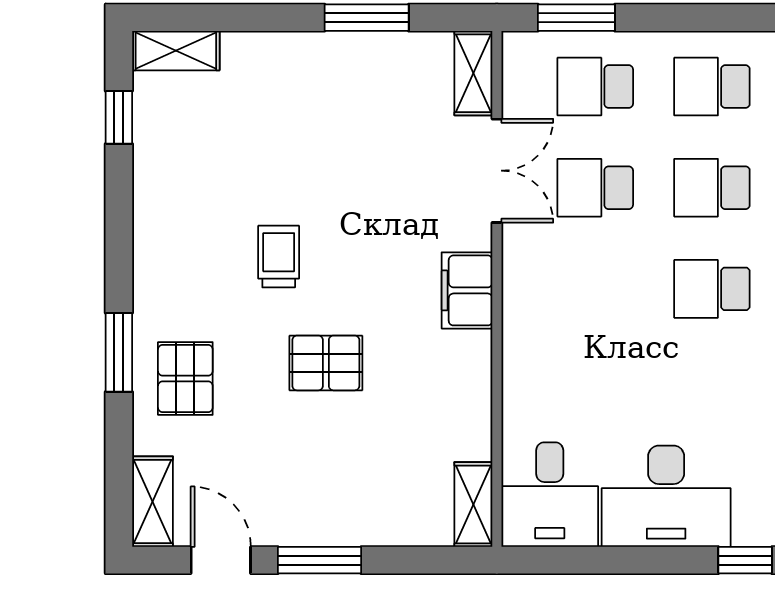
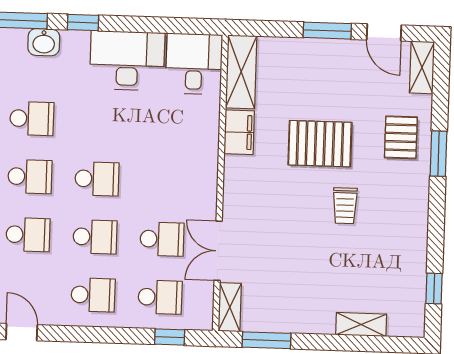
window: (367, 18) -> (267, 340), moved
window: (576, 18) -> (170, 337), width x0.67
shelving: (176, 51) -> (361, 324), moved
filing cabinet: (467, 290) -> (239, 132), moved
pallet: (326, 363) -> (320, 144), width x1.50, depth x1.42
shelving: (473, 504) -> (241, 72), width x1.50, depth x1.33

